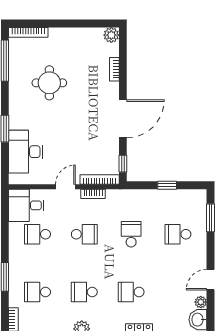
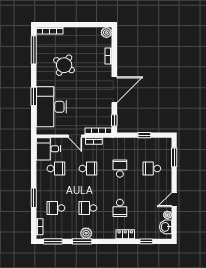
round table: (49, 83) -> (64, 65), turned 33
desk: (26, 152) -> (51, 107), width x1.36, depth x1.30
door: (65, 187) -> (75, 136), swing flipped
school desk: (38, 234) -> (56, 169), turned 180
school desk: (131, 292) -> (120, 208), turned -90

